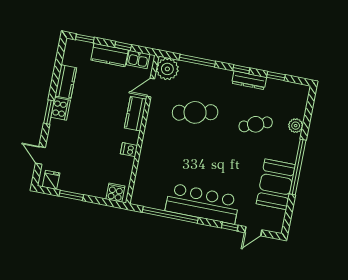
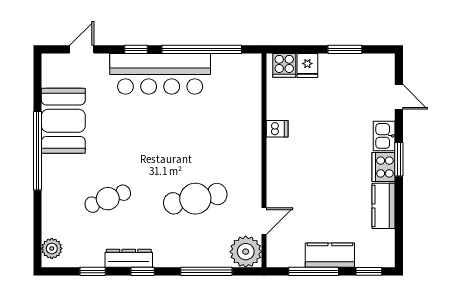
window: (123, 46) -> (314, 271), width x2.17
kitchen sink: (138, 60) -> (384, 136), moved, turned -90
kitchen counter: (135, 114) -> (278, 181), removed
plant: (296, 126) -> (52, 248), moved
fridge: (51, 180) -> (307, 65), moved
window: (230, 227) -> (136, 49), moved

